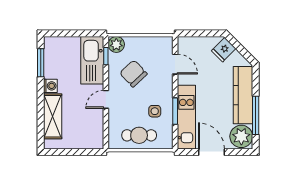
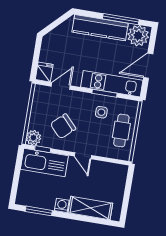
fridge: (224, 50) -> (44, 72), moved, turned -135

